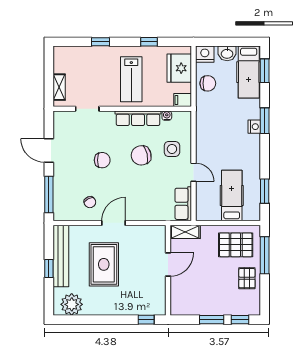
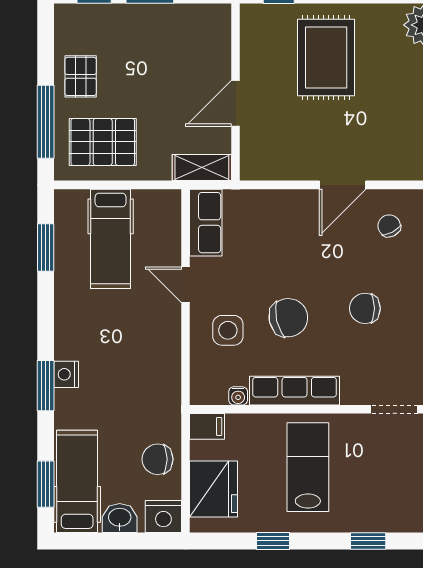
rug: (104, 264) -> (326, 57), moved

